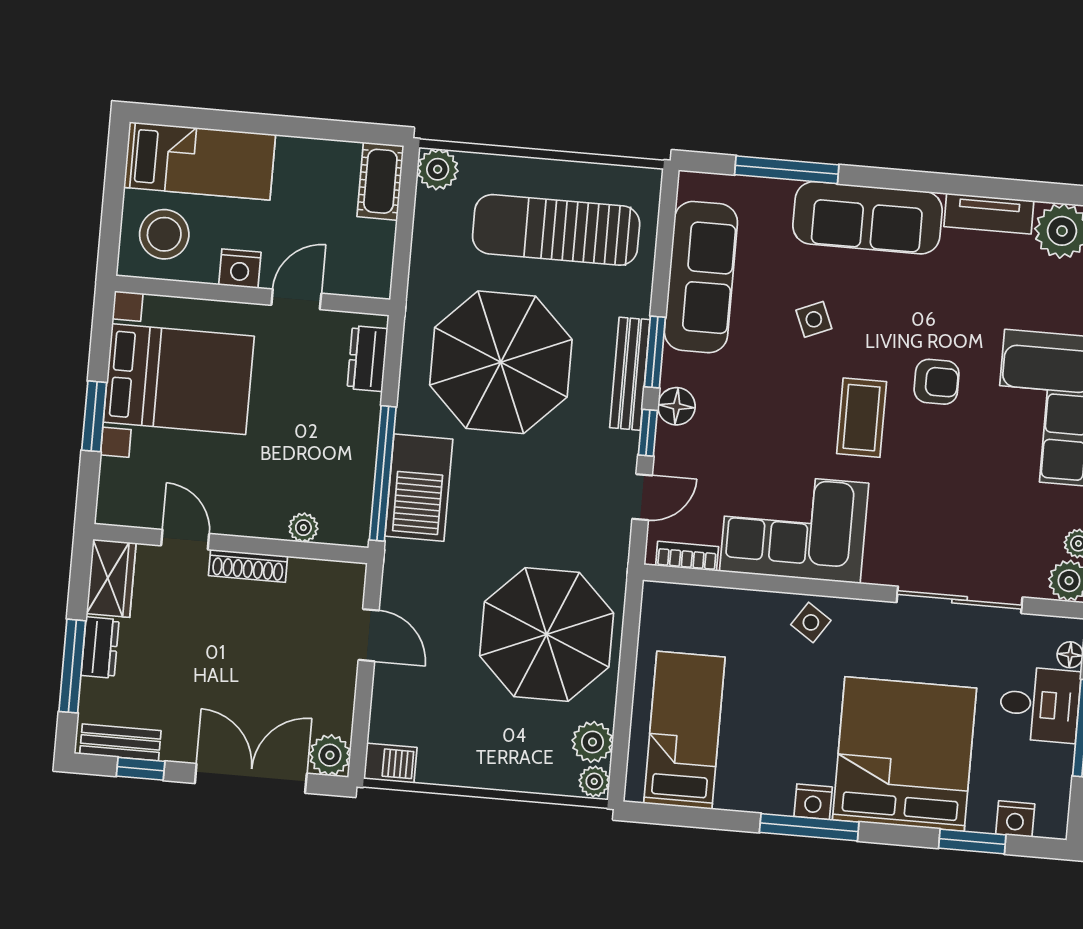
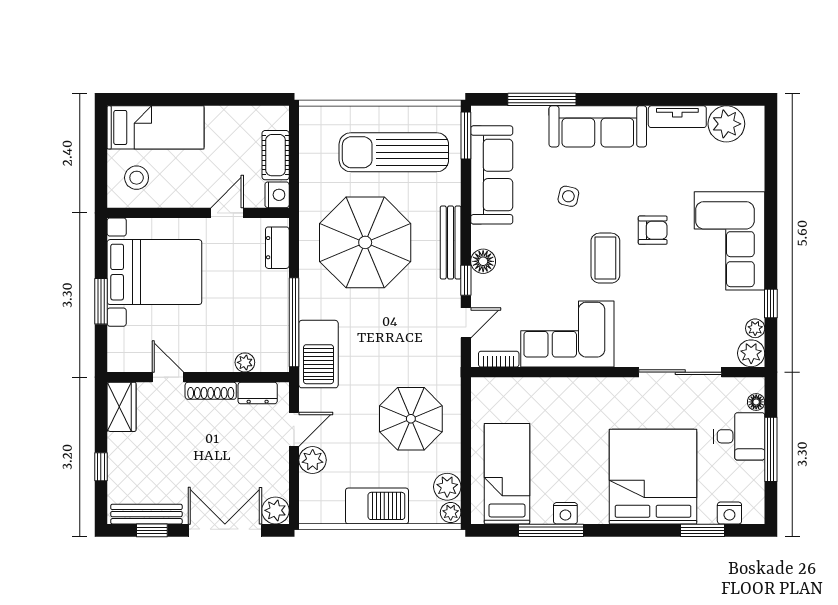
plant: (438, 169) -> (313, 460), moved
cot: (380, 181) -> (276, 155), moved
stool: (164, 234) -> (137, 178), width x0.73, depth x0.73
nightstand: (240, 269) -> (277, 195), moved, turned -90
side table: (814, 319) -> (568, 196), turned 36
window: (655, 352) -> (466, 136), moved
barbecue: (419, 488) -> (318, 354), moved
side table: (811, 622) -> (584, 396), removed
parasol: (547, 634) -> (411, 419), width x0.73, depth x0.73
door: (369, 635) -> (294, 429), hinge flipped
dresser: (100, 647) -> (258, 393), moved, turned 90
window: (72, 666) -> (101, 467), width x0.46
bench: (120, 742) -> (146, 514), width x1.36
barbecue: (390, 763) -> (377, 506), moved, width x1.88, depth x1.53
nightstand: (813, 802) -> (565, 513), moved
window: (809, 827) -> (551, 530), moved

